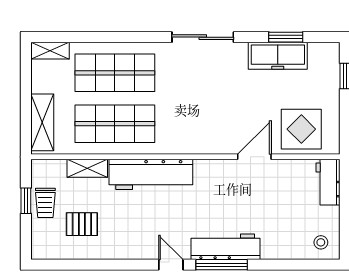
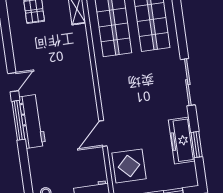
door: (254, 157) -> (103, 133), swing flipped
workbench: (151, 174) -> (79, 57), removed

